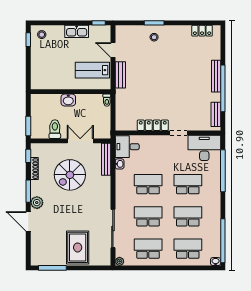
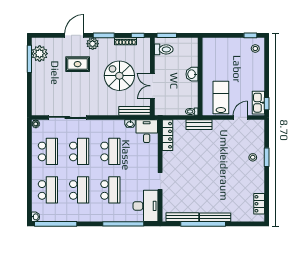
kitchen sink: (77, 31) -> (258, 103), moved
bench: (120, 75) -> (199, 125), moved
bench: (216, 114) -> (182, 217), width x1.36
locker: (153, 125) -> (167, 135), moved
toilet: (55, 129) -> (164, 49), moved
double door: (80, 141) -> (152, 86), swing flipped
rug: (78, 247) -> (78, 64), moved, width x0.73, depth x0.70
plant: (47, 257) -> (40, 54), added

